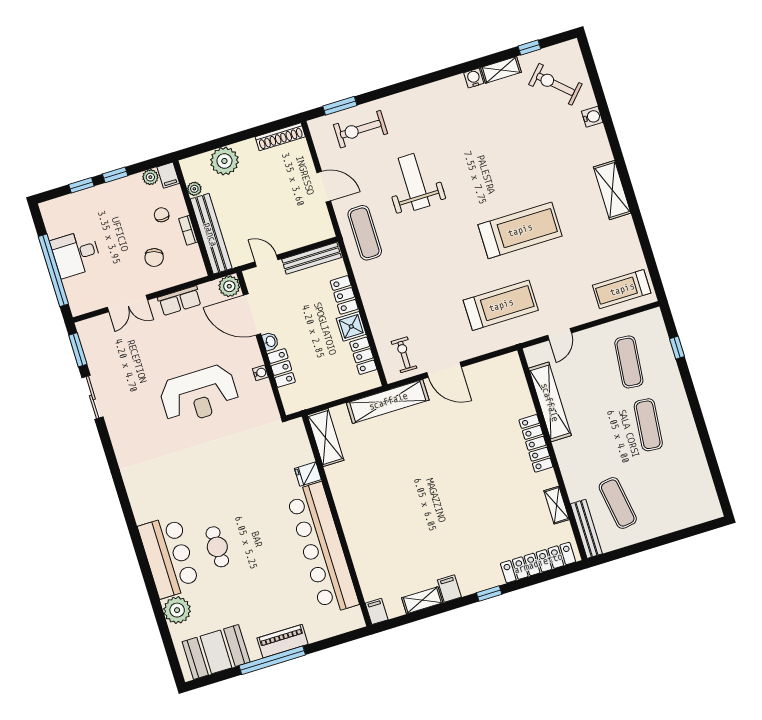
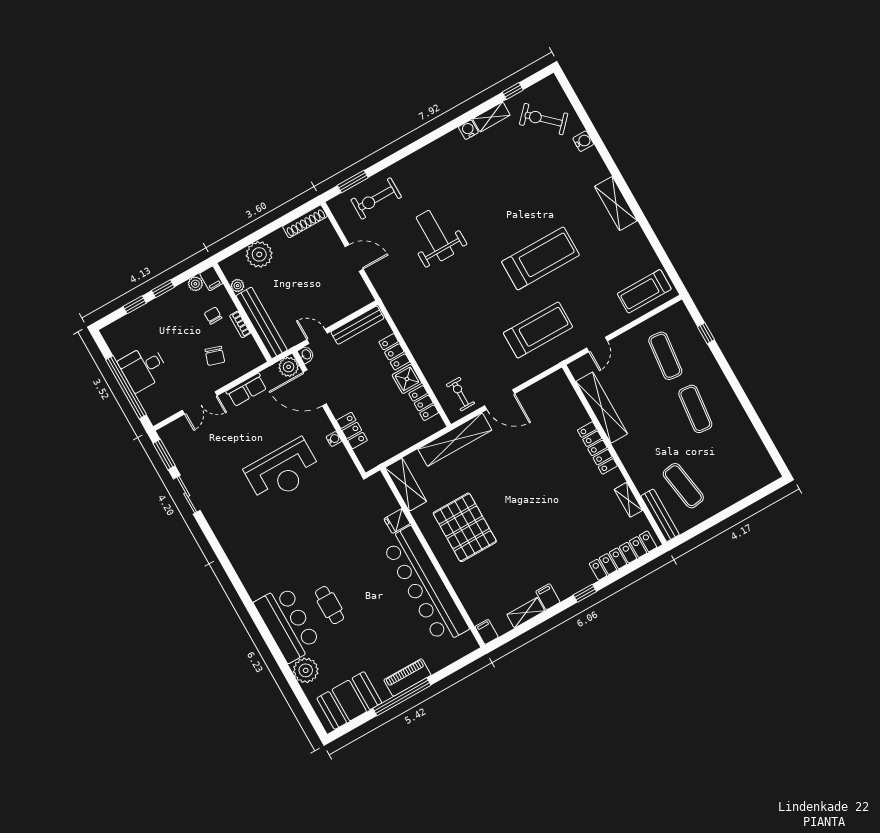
exercise mat: (365, 233) -> (400, 291), removed
washbasin: (270, 341) -> (306, 355), moved
pallet: (378, 496) -> (465, 527), added

